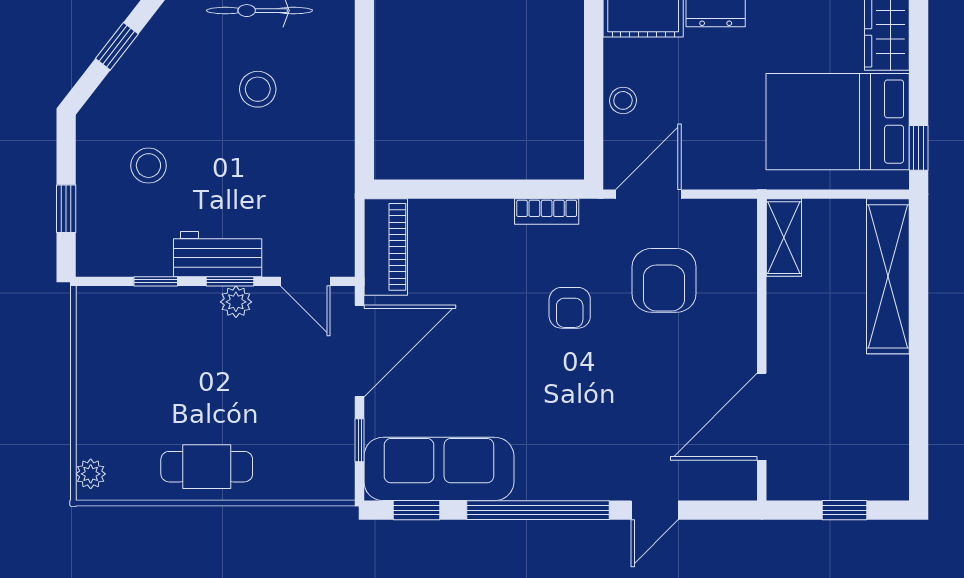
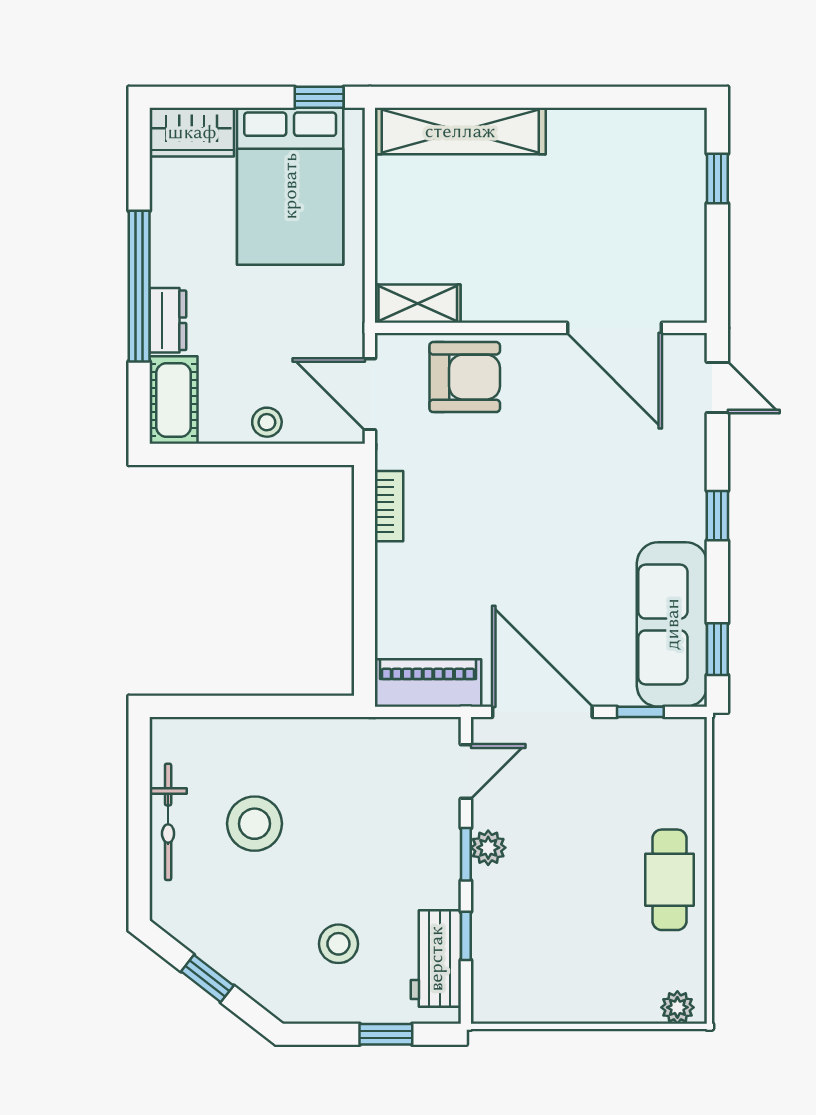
stool: (258, 89) -> (255, 824), width x1.38, depth x1.38
shelving: (784, 238) -> (418, 304), moved
workbench: (218, 254) -> (436, 959), moved
armchair: (570, 308) -> (495, 481), removed
wall: (762, 350) -> (541, 328), moved
door: (762, 417) -> (614, 328), moved
window: (538, 510) -> (717, 516), width x0.32

